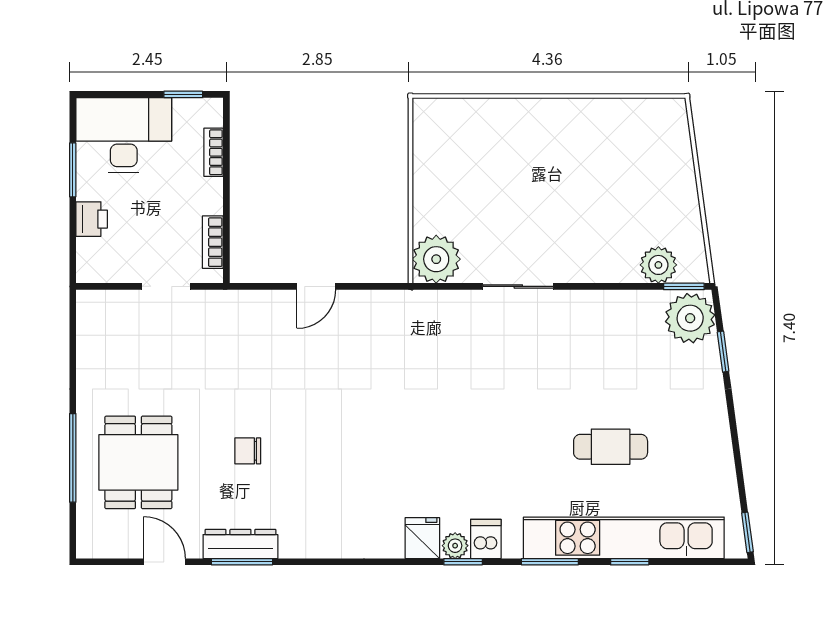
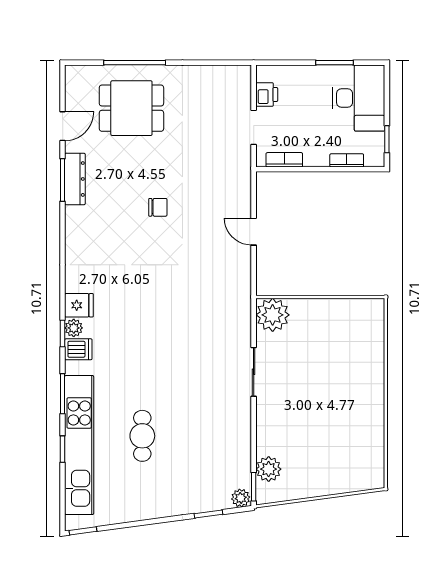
printer: (92, 219) -> (267, 95), moved, turned -90
plant: (690, 318) -> (241, 498), width x0.53, depth x0.53
chair: (248, 451) -> (158, 207), moved, turned 90

